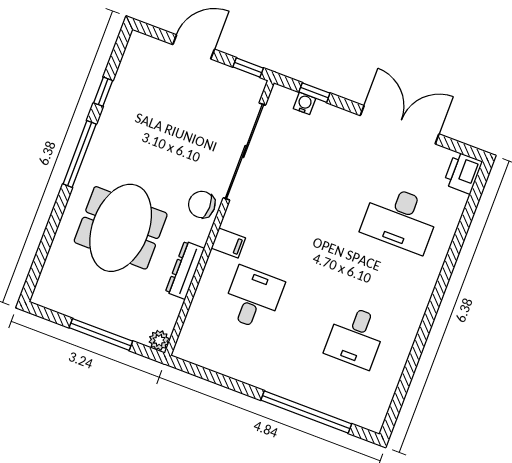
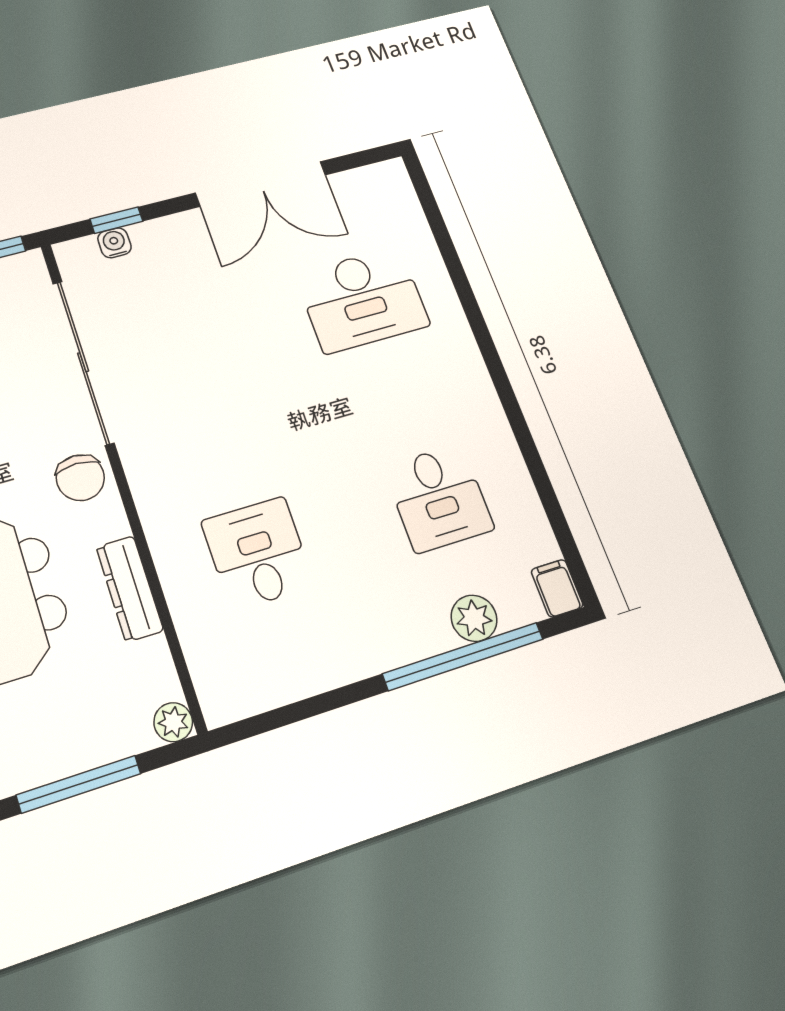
double door: (400, 125) -> (261, 184), swing flipped
printer: (463, 173) -> (390, 187), removed
chair: (202, 205) -> (80, 478), turned -90
filing cabinet: (228, 243) -> (557, 588), moved, turned -90
plant: (325, 400) -> (474, 618), added

